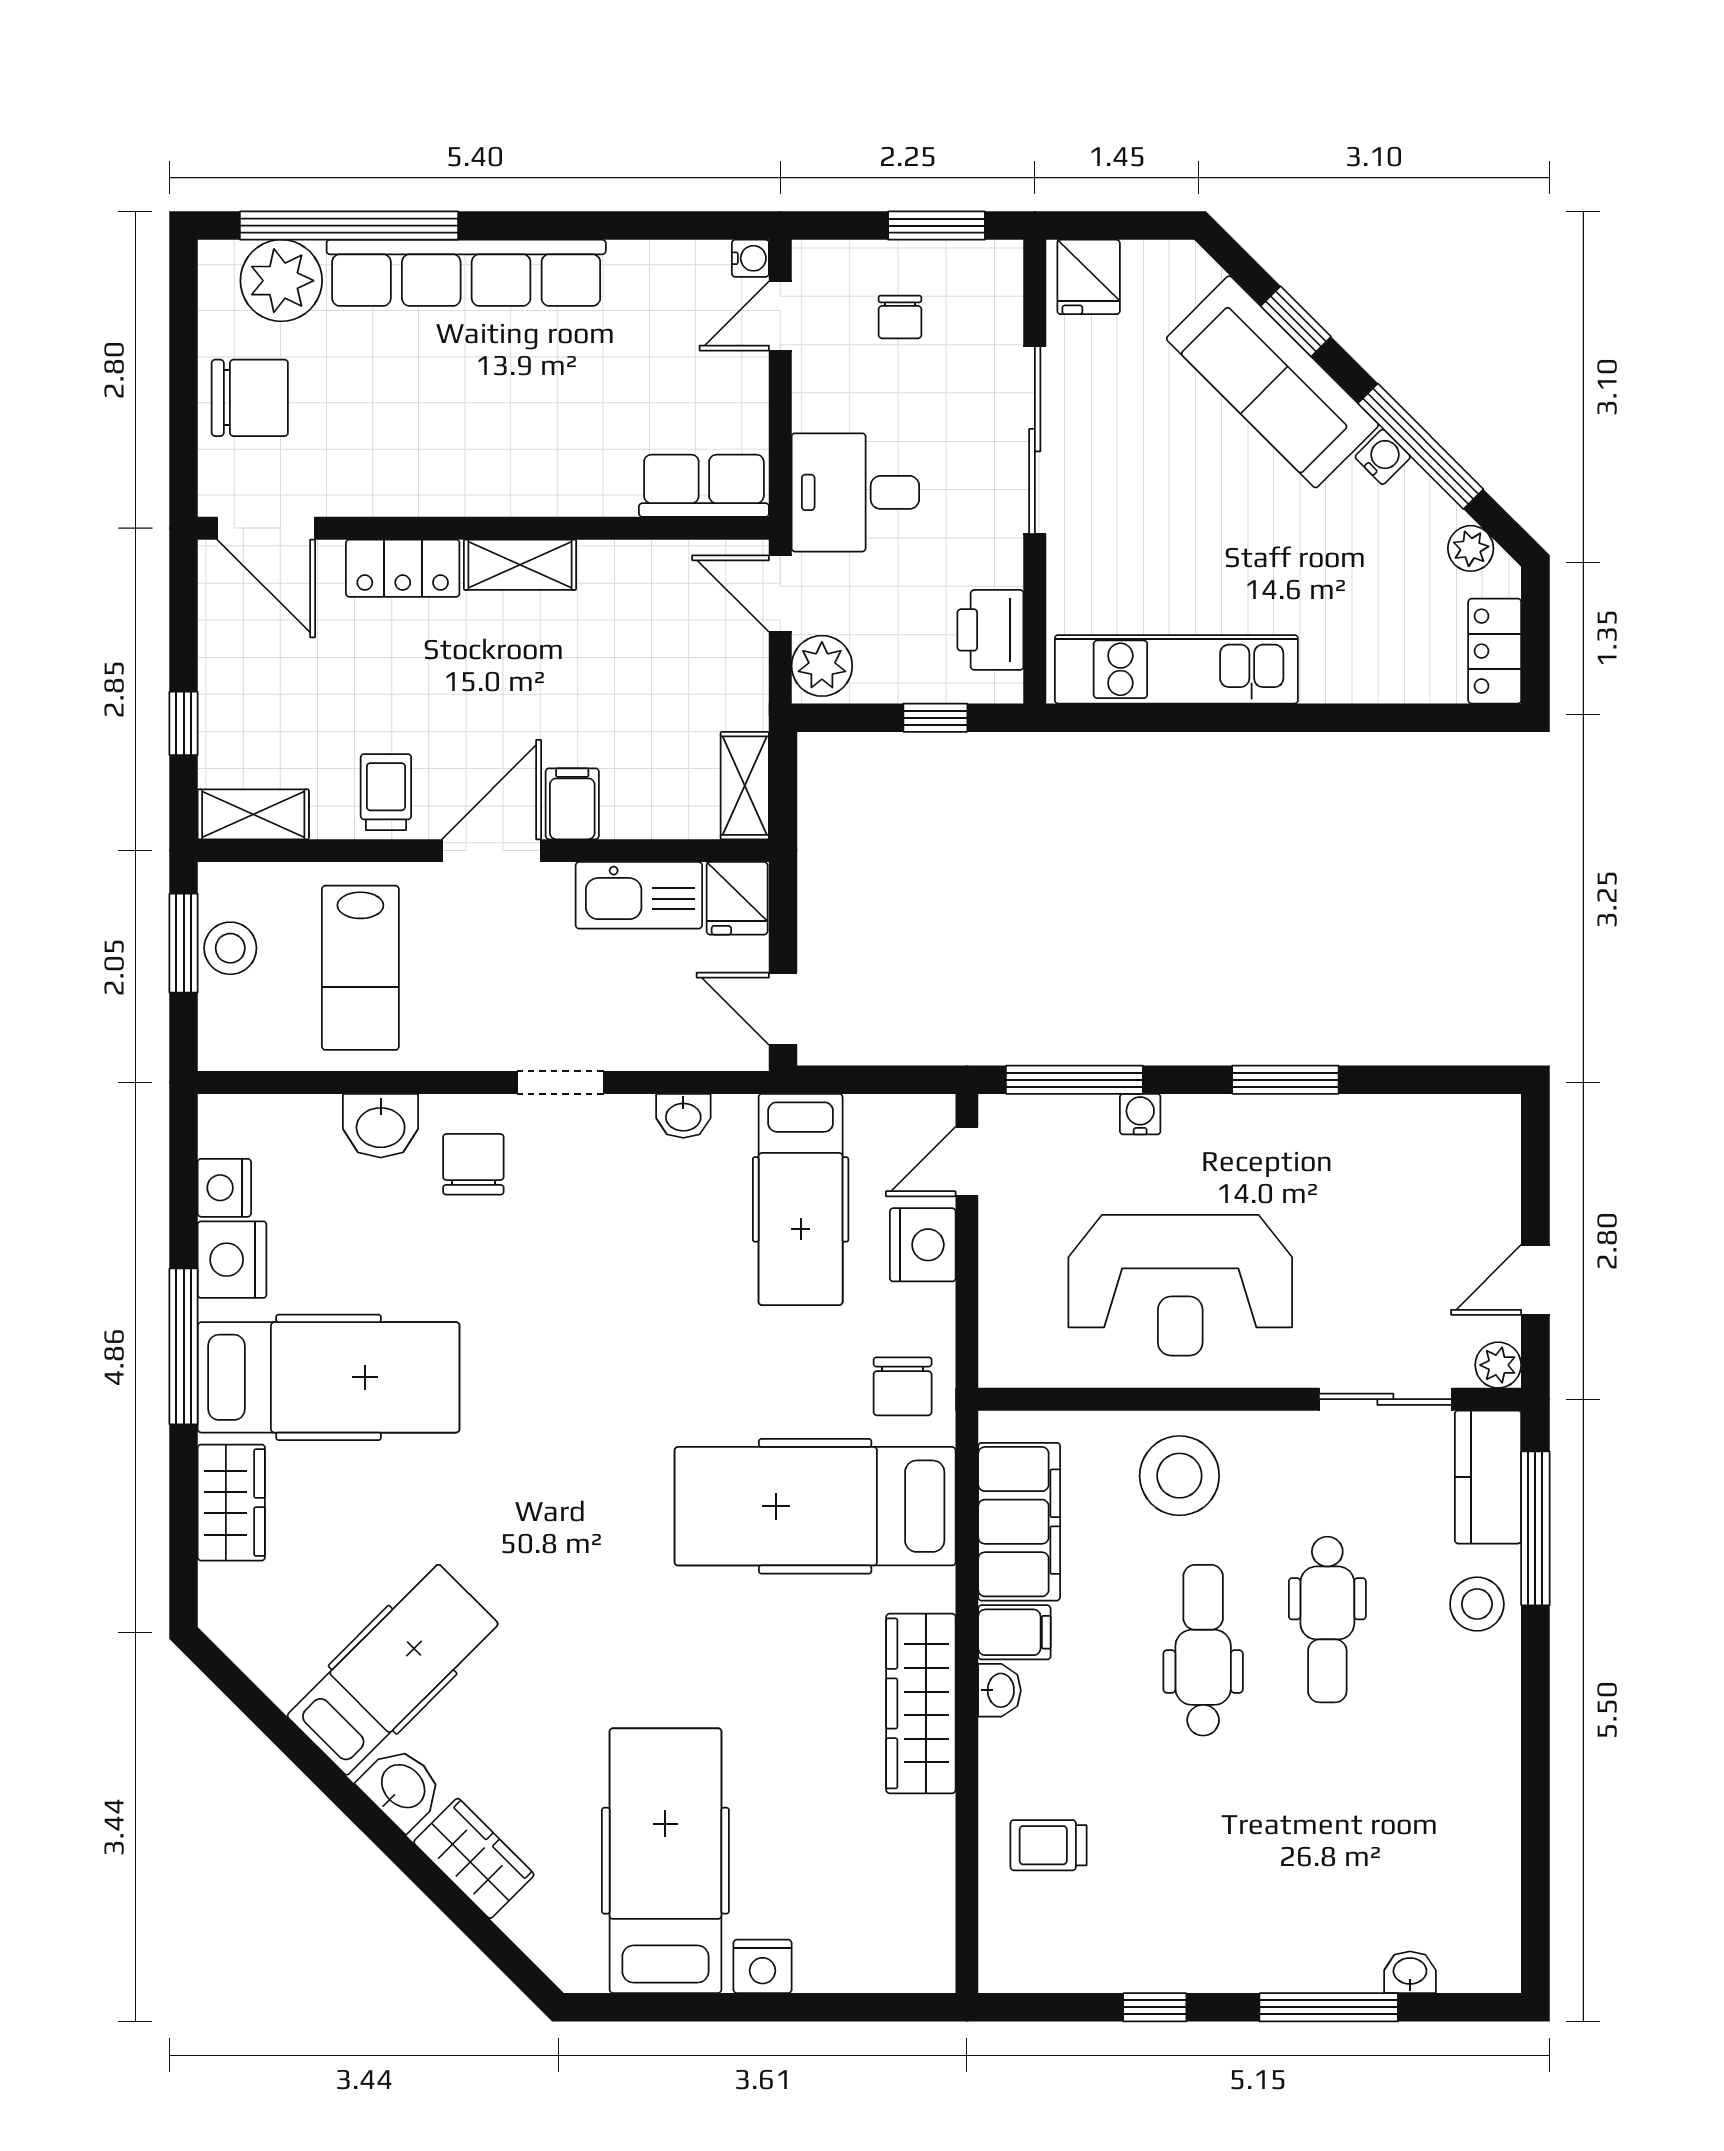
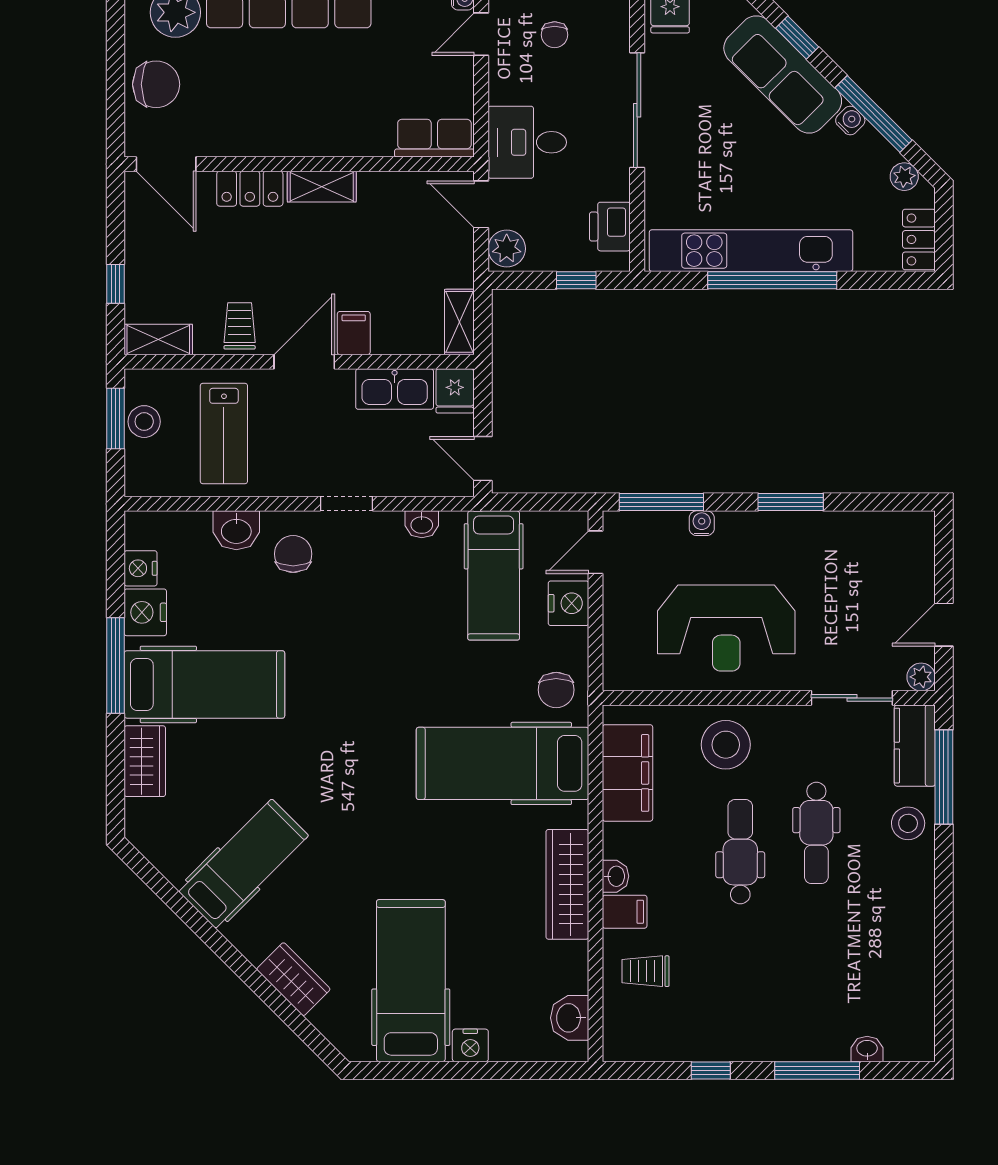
kitchen unit: (1176, 669) -> (751, 251), width x1.36
window: (1255, 718) -> (772, 280), added
filing cabinet: (1014, 1632) -> (625, 912), moved
washbasin: (402, 1787) -> (570, 1018), moved, turned -135

